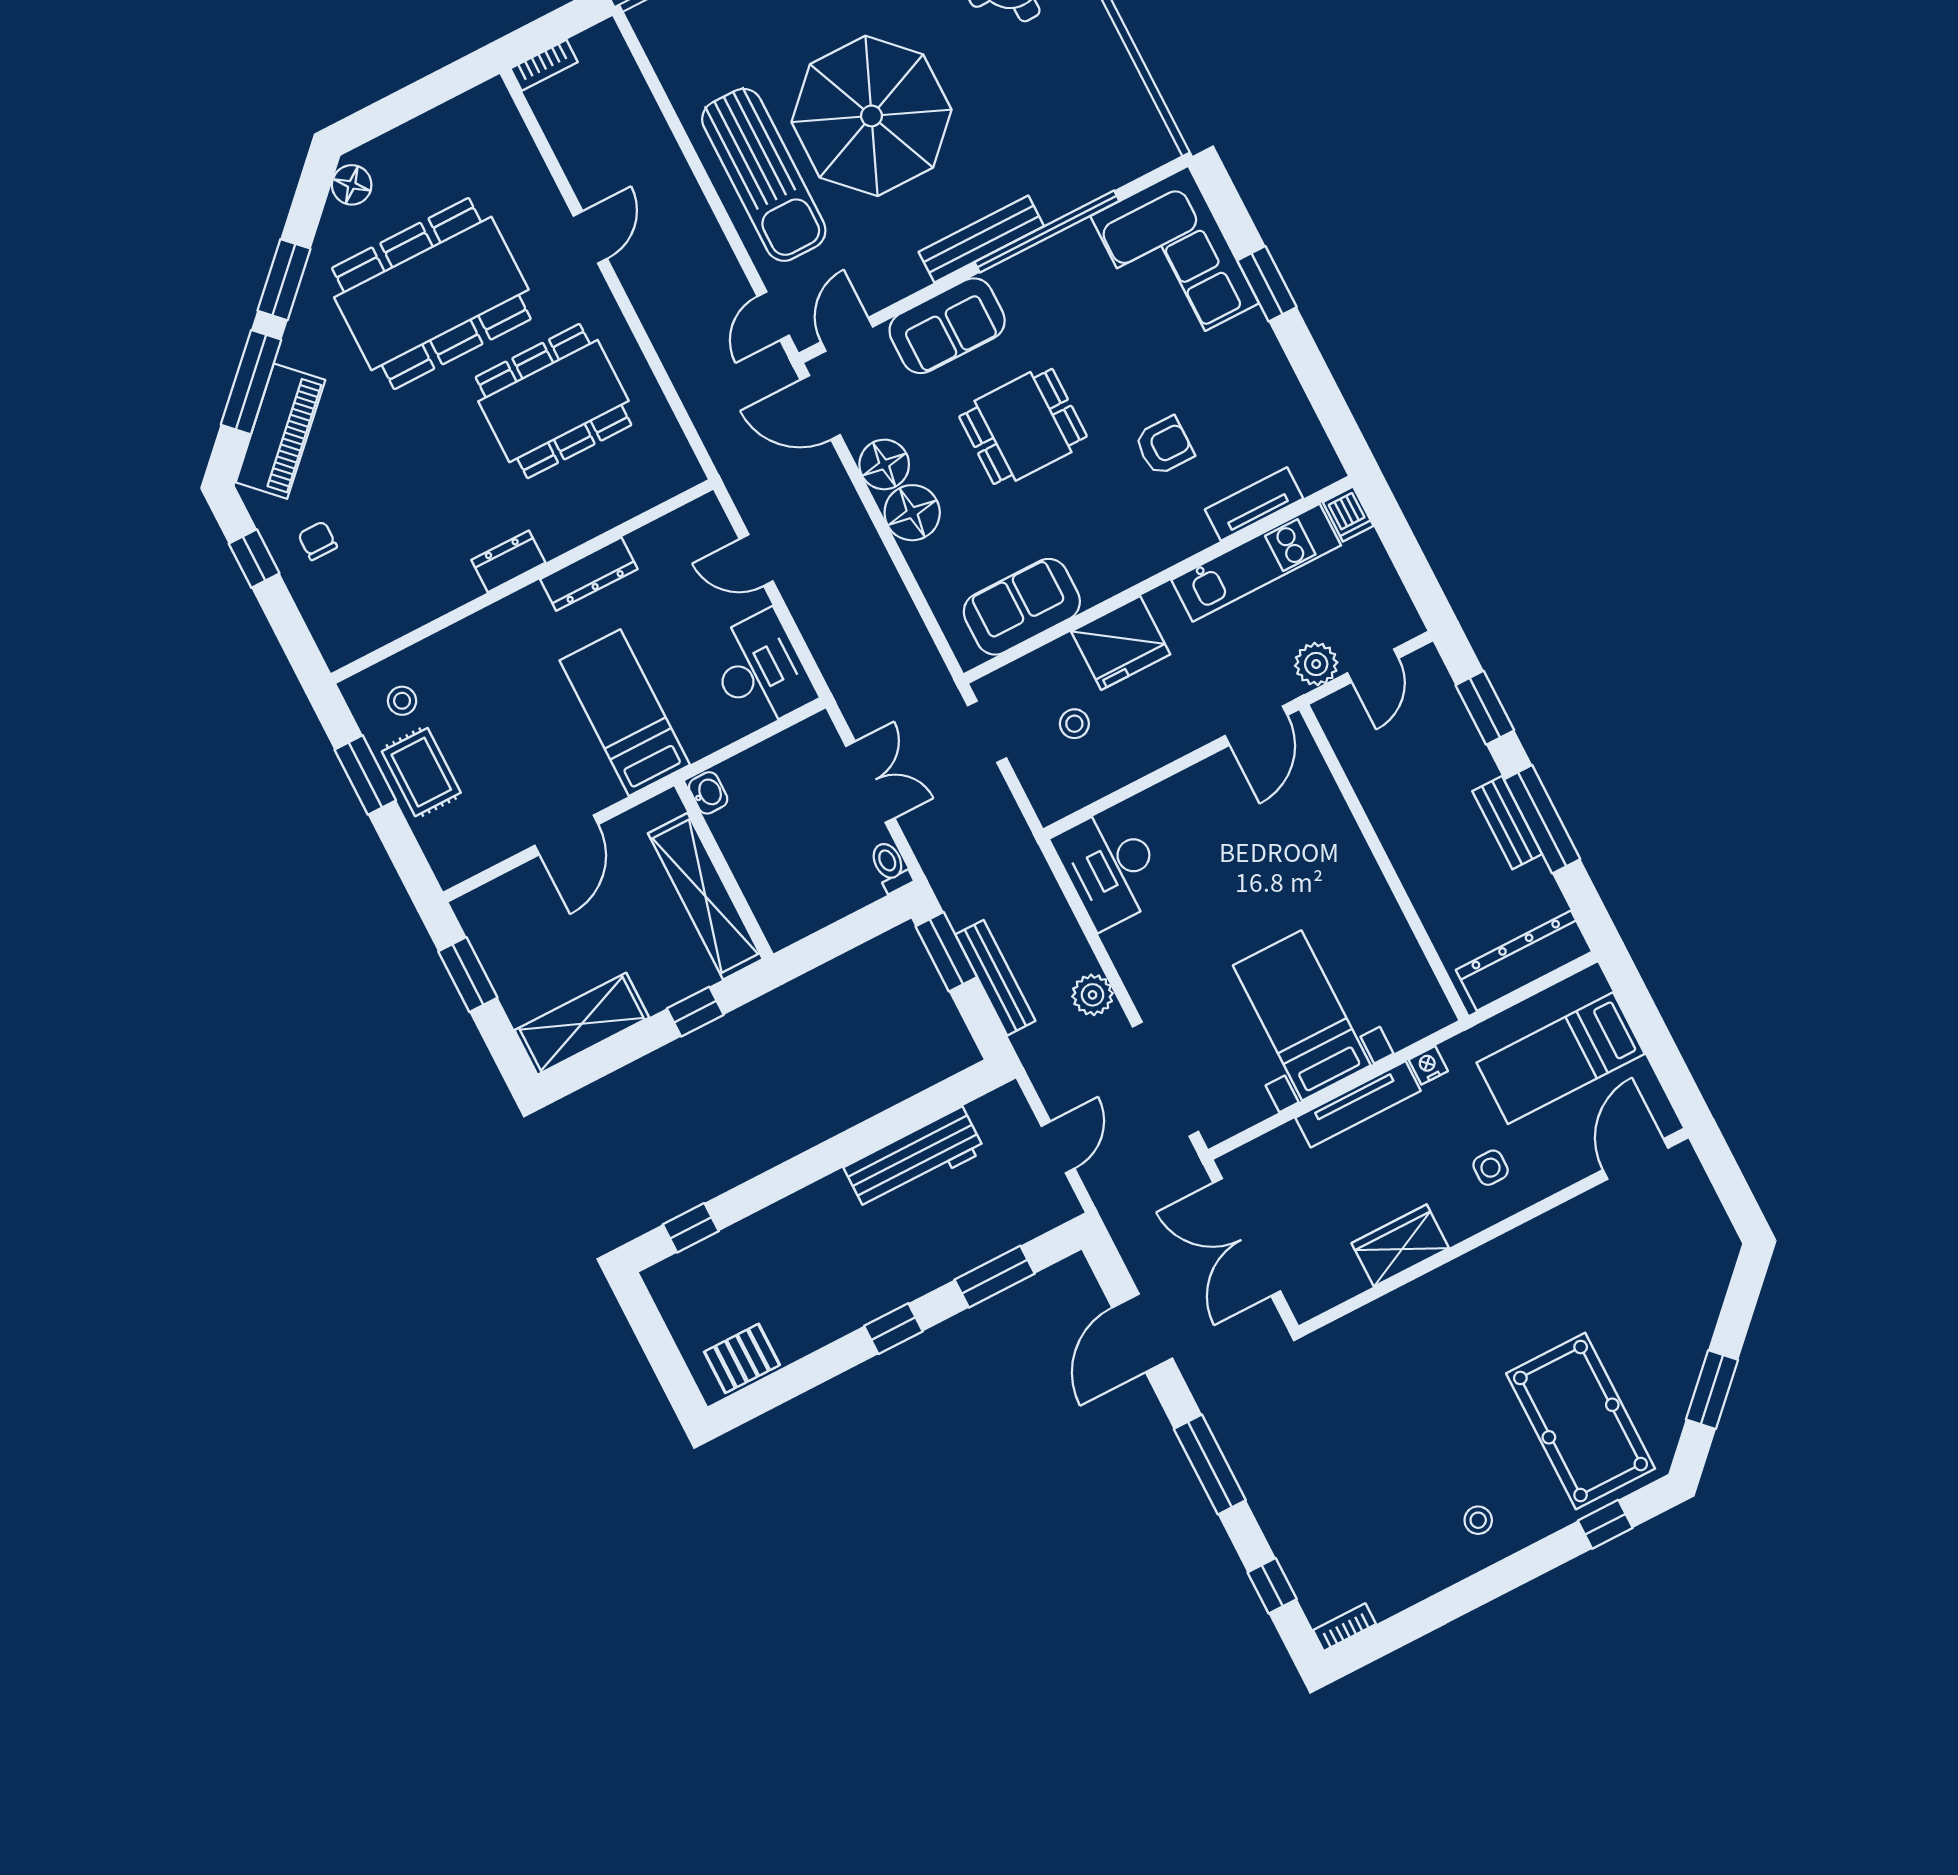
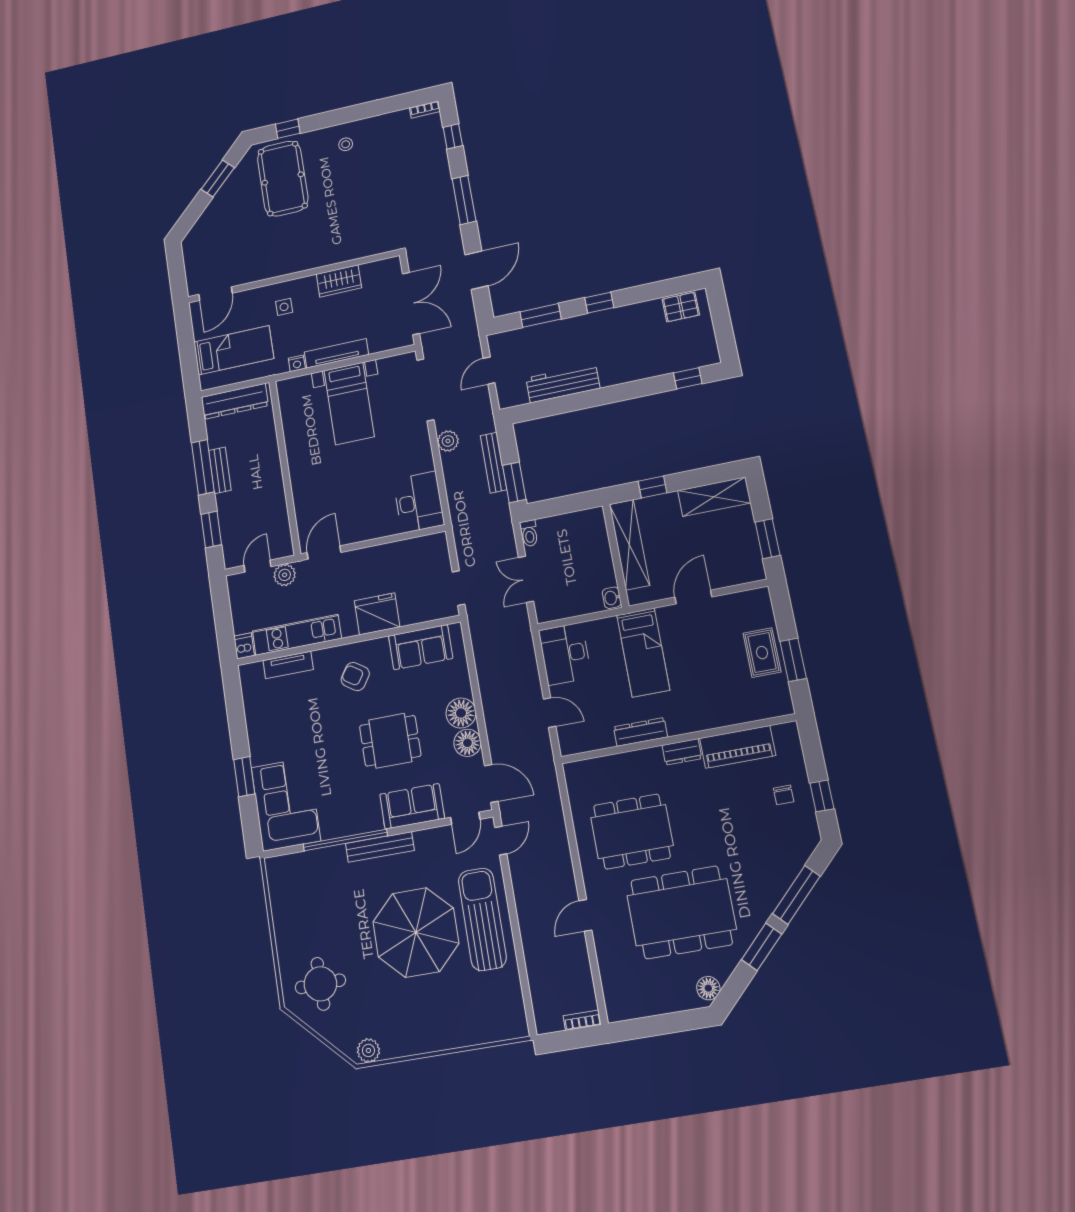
piano: (280, 431) -> (738, 747), moved, turned -135
armchair: (1164, 446) -> (355, 677), moved, turned 34
stool: (402, 701) -> (762, 694), removed
stool: (1074, 724) -> (413, 580), removed

